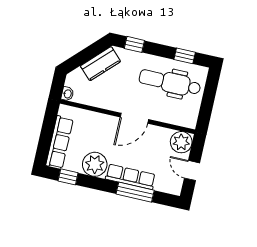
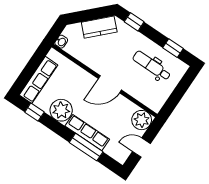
dental chair: (170, 82) -> (152, 66), width x0.73, depth x0.72
door: (192, 171) -> (141, 148), hinge flipped

